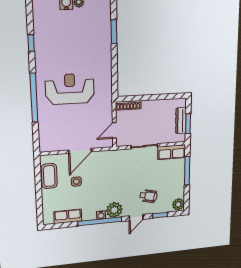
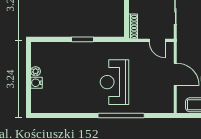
window: (114, 32) -> (83, 39), moved
window: (31, 43) -> (71, 115), removed

